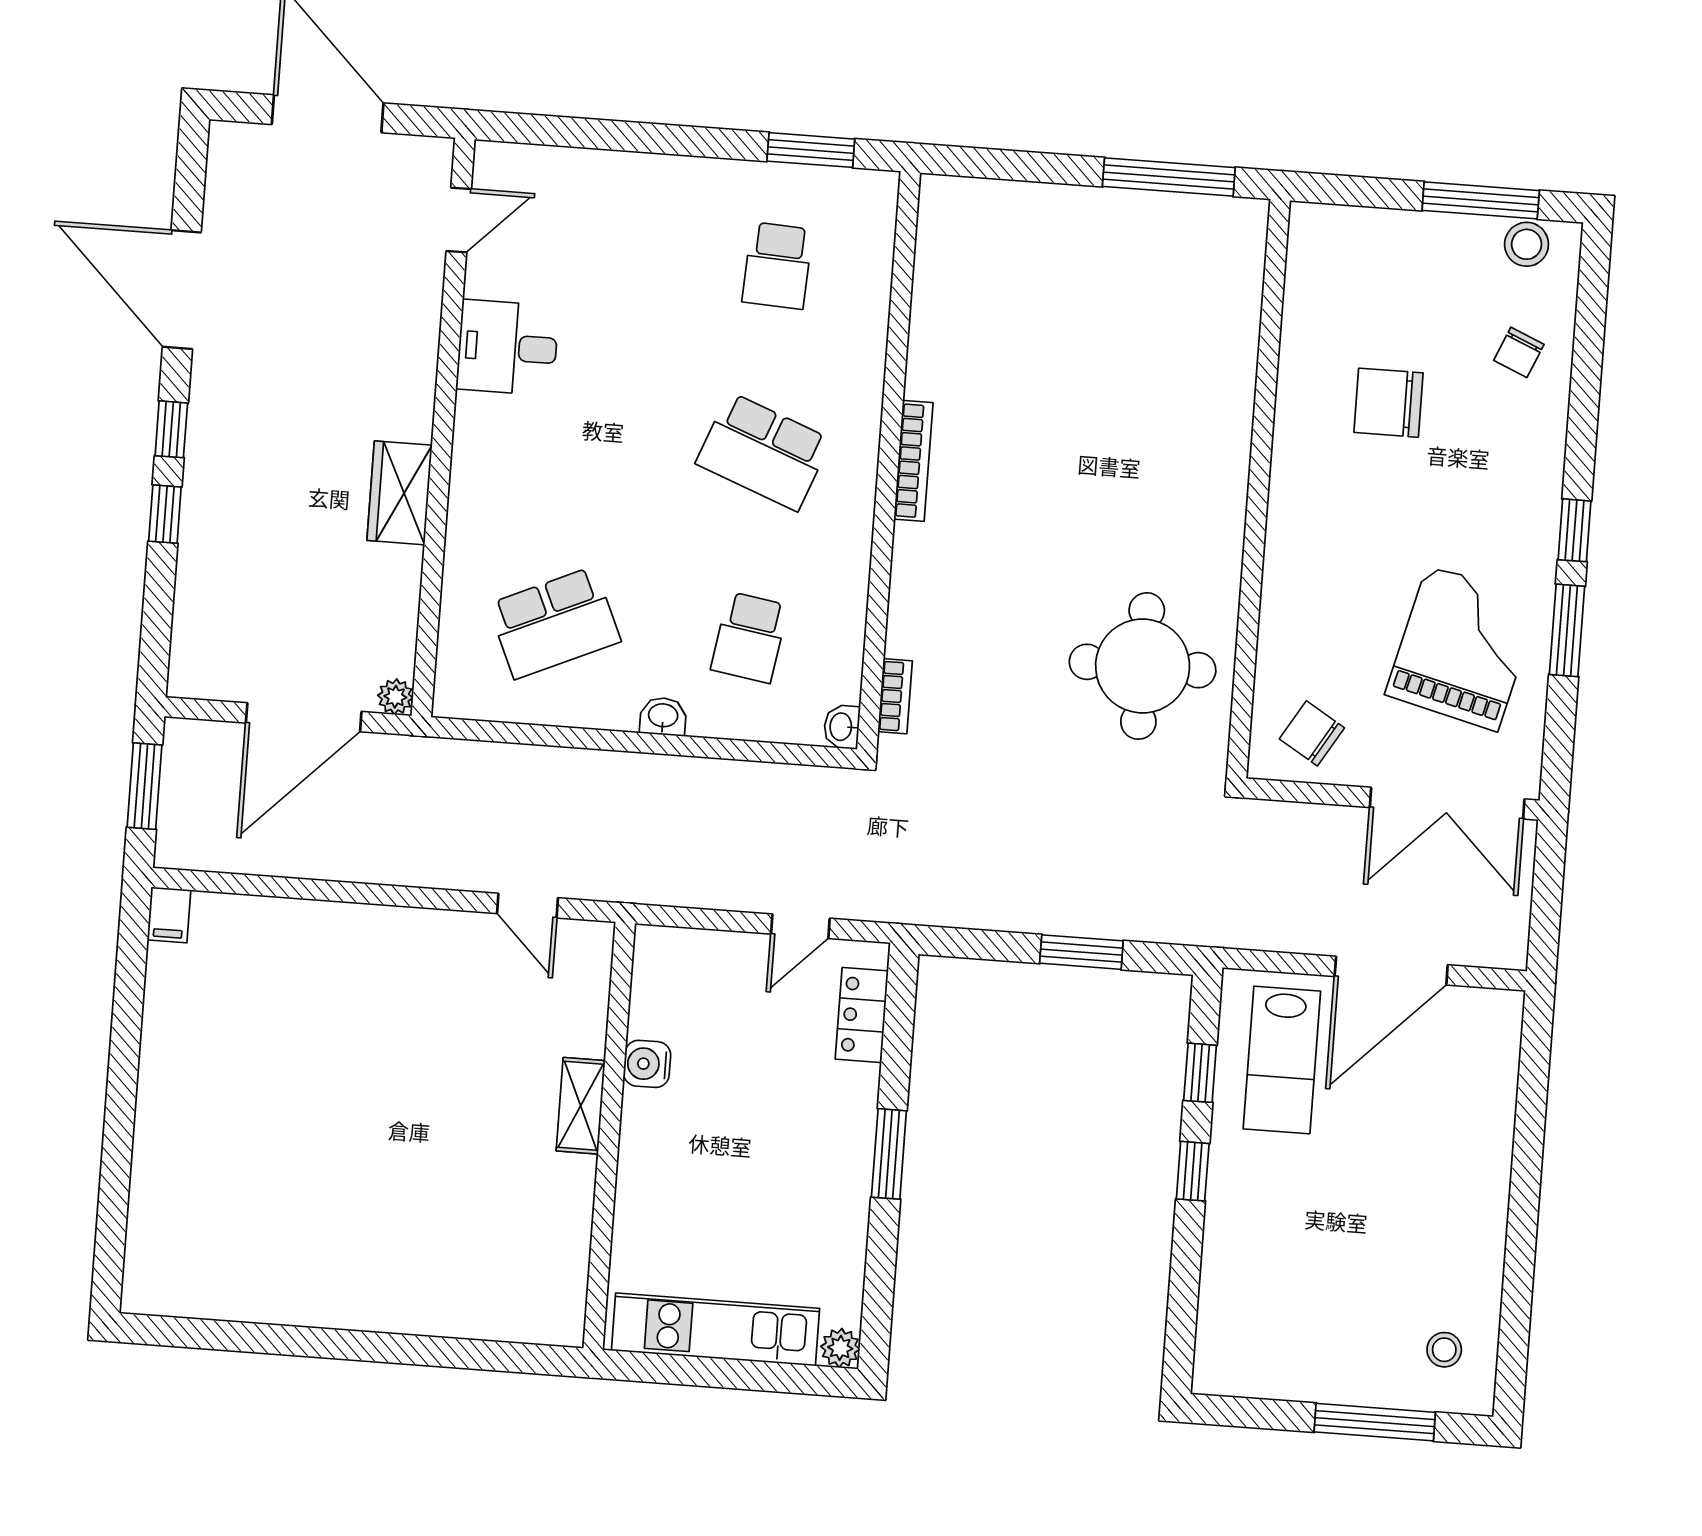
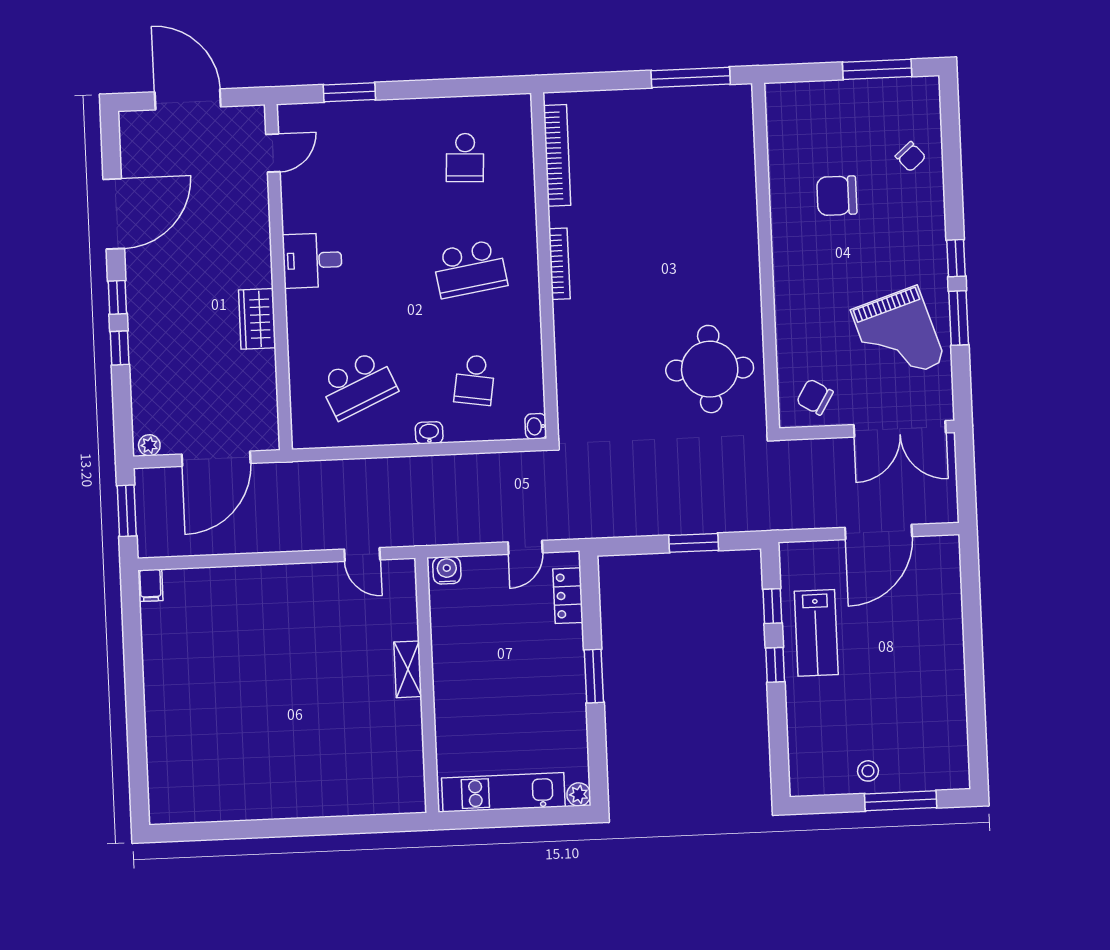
window: (811, 150) -> (349, 92), moved
stool: (1527, 244) -> (907, 92), removed
door: (182, 290) -> (114, 214), swing flipped
desk: (507, 347) -> (312, 260), moved
chair: (1519, 352) -> (911, 157), turned -64
school desk: (763, 452) -> (470, 269), turned -30
grand piano: (1463, 648) -> (898, 336), turned 148
bookcase: (895, 696) -> (557, 155), moved, width x2.31, depth x1.31
plant: (395, 697) -> (149, 445), moved
lab bench: (1282, 1060) -> (816, 633), moved
water cooler: (647, 1064) -> (447, 570), moved, turned 90
stool: (1444, 1350) -> (868, 771), moved

